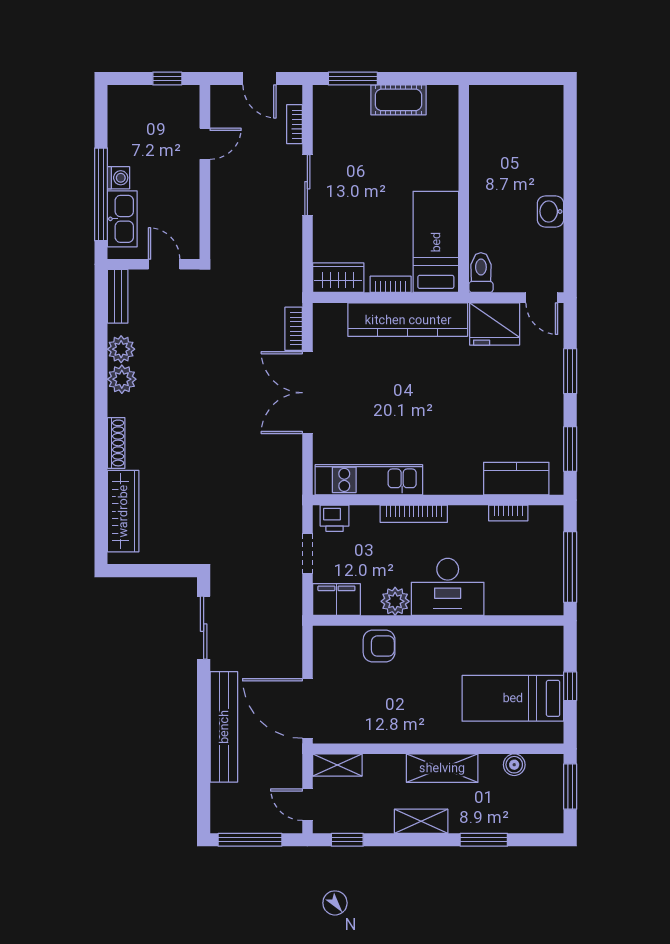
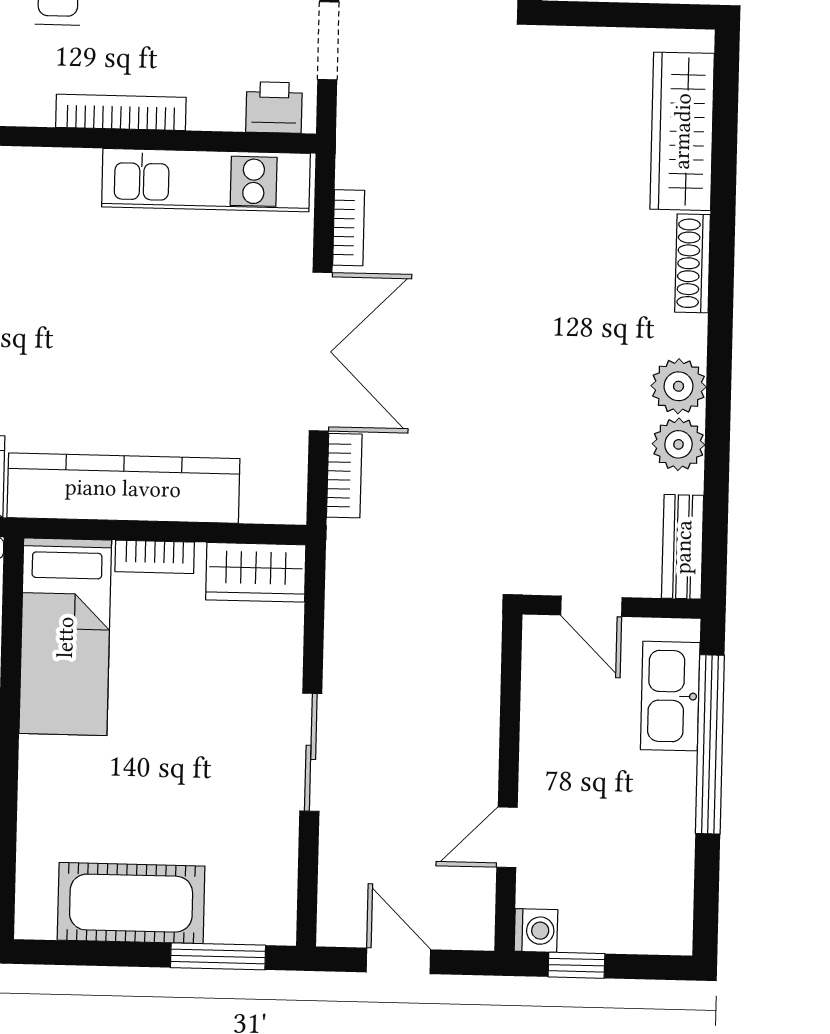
cot: (398, 100) -> (131, 903), width x1.37, depth x1.34
bookcase: (294, 124) -> (349, 228), moved
washing machine: (119, 178) -> (536, 930), moved, turned 180

